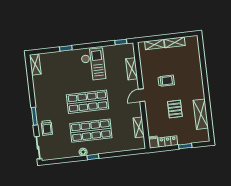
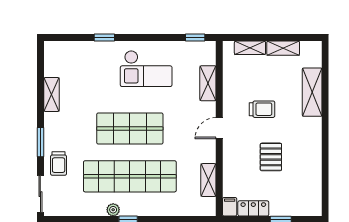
shelving: (35, 64) -> (51, 95), moved
checkout: (93, 64) -> (146, 69), turned 90
shelving: (201, 114) -> (312, 92), moved
shop shelf: (91, 131) -> (130, 176), width x1.40

